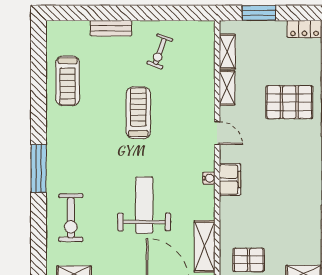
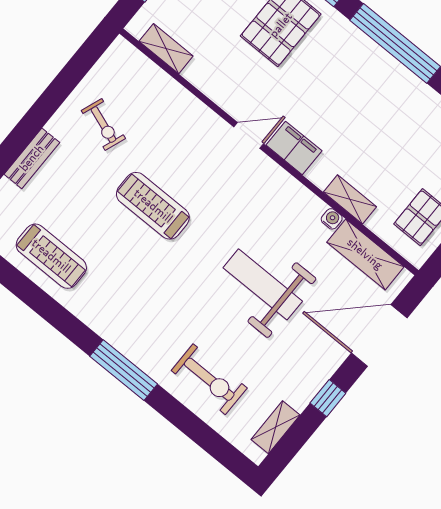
shelving: (227, 88) -> (350, 199), moved
water cooler: (209, 178) -> (332, 219), moved
filing cabinet: (230, 180) -> (294, 148), moved

